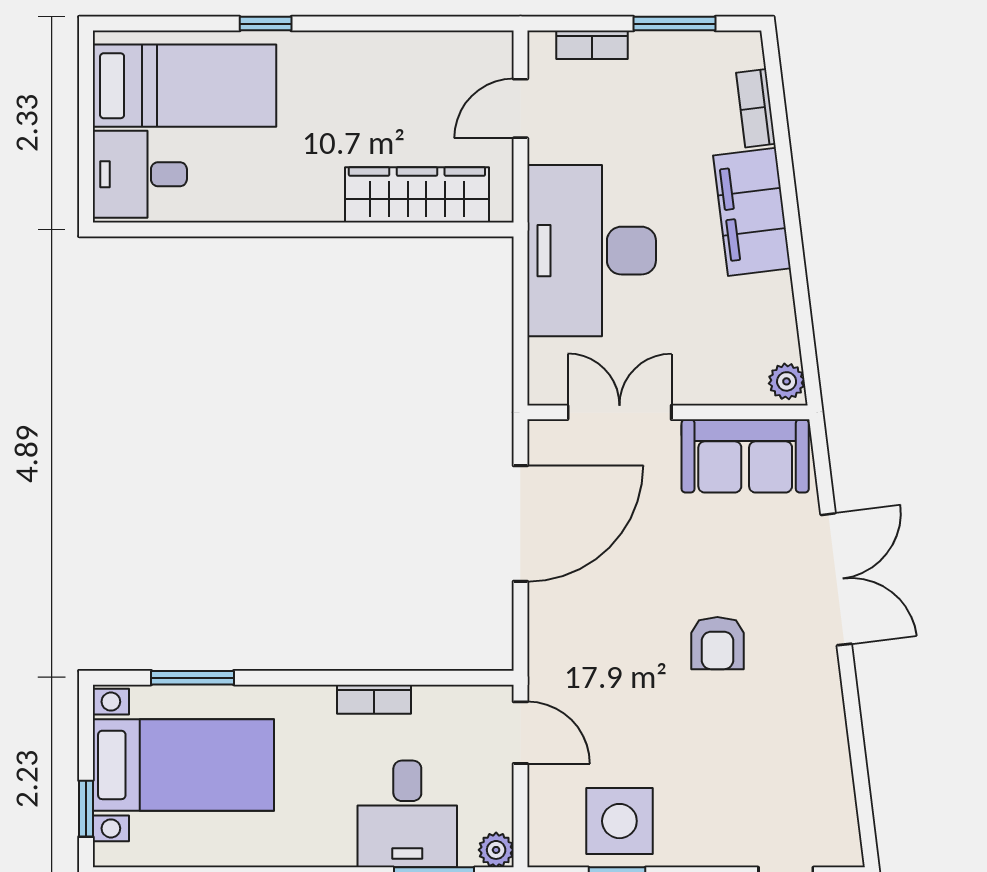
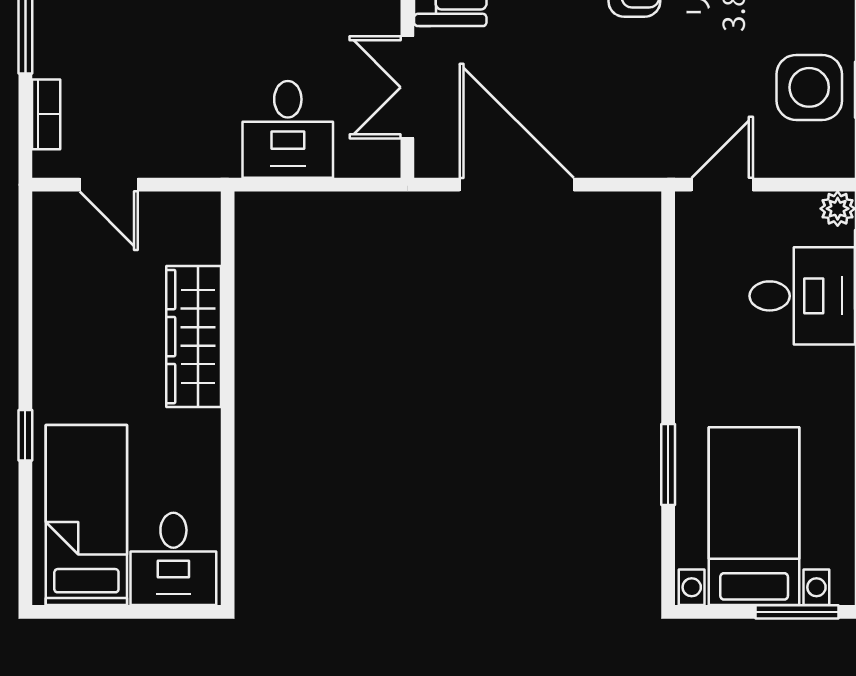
wardrobe: (417, 195) -> (194, 337), moved
desk: (592, 251) -> (288, 129), width x0.53, depth x0.77
window: (192, 678) -> (668, 465), moved
bookcase: (374, 699) -> (689, 329), removed
window: (86, 809) -> (797, 612), width x1.50

